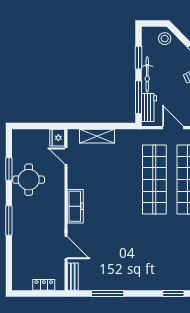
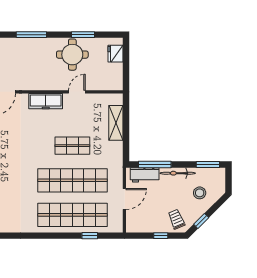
stool: (165, 39) -> (200, 193), moved
window: (138, 58) -> (208, 164), moved
fridge: (57, 138) -> (115, 54), moved, turned -90
door: (66, 156) -> (77, 92), moved
shop shelf: (120, 180) -> (72, 146), added

